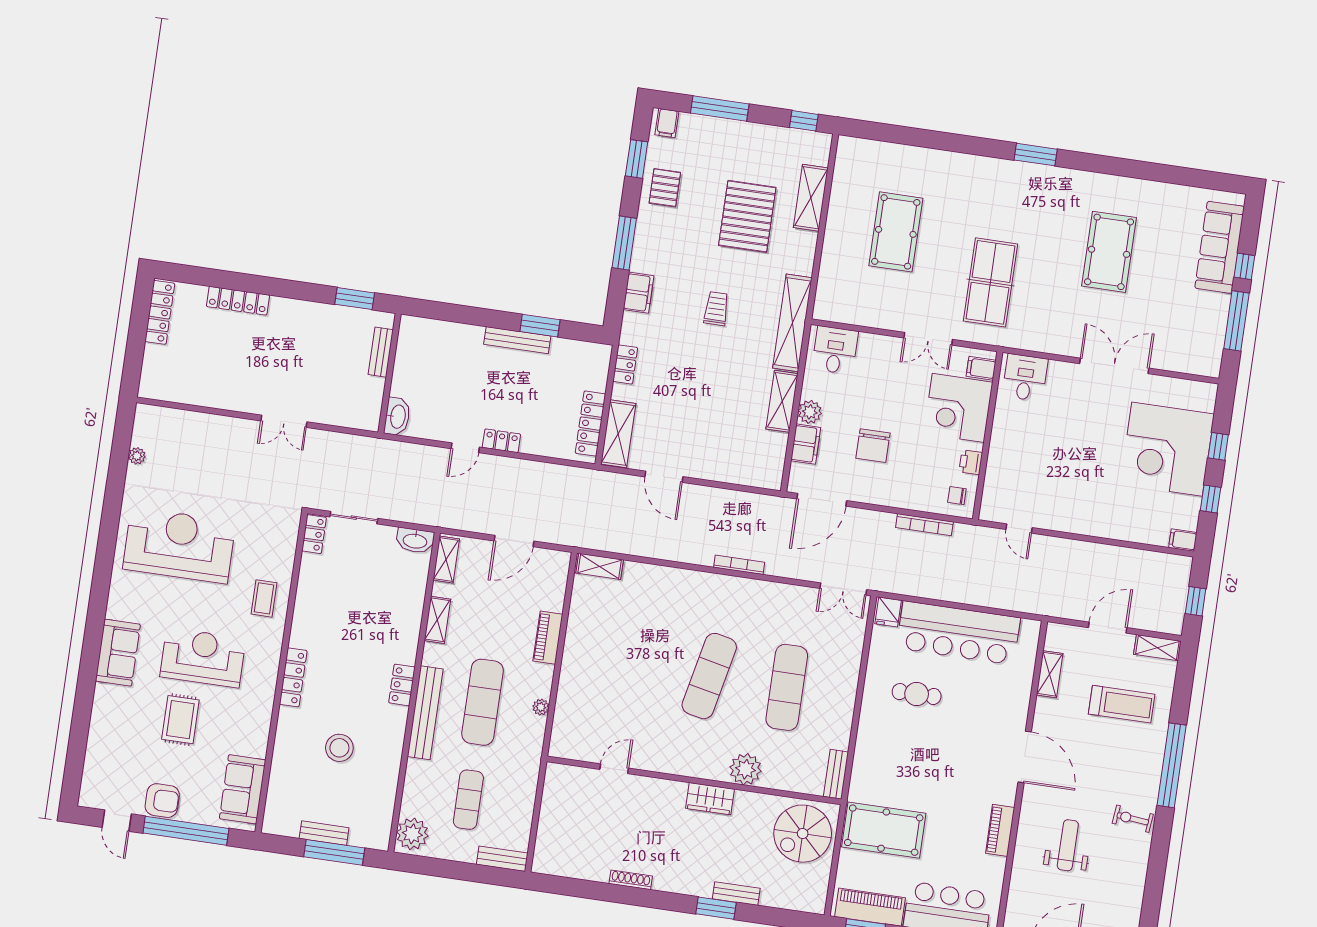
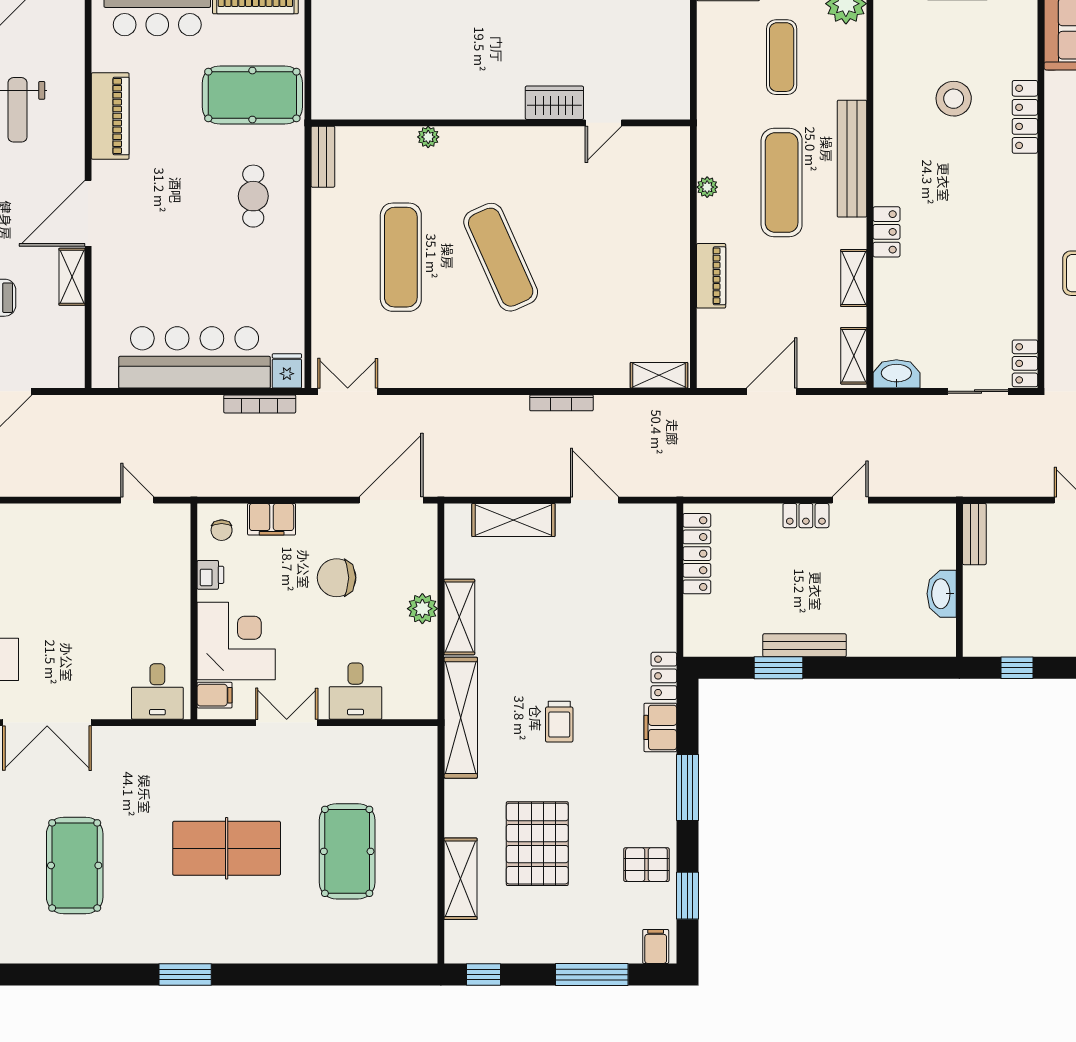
pallet: (665, 188) -> (646, 865), turned 90
table tennis table: (990, 282) -> (227, 848), moved, turned 90
window: (355, 299) -> (1017, 668), width x0.67
desk: (835, 350) -> (356, 691), moved
bench: (381, 352) -> (974, 534), moved
locker: (625, 364) -> (664, 676), moved
washbasin: (397, 417) -> (942, 594), moved
shelving: (618, 434) -> (513, 520), moved, turned 90
filing cabinet: (806, 444) -> (272, 519), moved, turned -90
chair: (873, 446) -> (337, 578), turned -90
chair: (957, 496) -> (222, 530), turned 90
bookcase: (924, 525) -> (260, 404), moved, turned 180
bookcase: (739, 565) -> (561, 403), moved
shelving: (1050, 674) -> (72, 277), moved
exercise mat: (709, 676) -> (501, 257), turned -36
locker: (293, 677) -> (1025, 117), moved
locker: (402, 685) -> (886, 232), moved
cafe table: (917, 694) -> (253, 196), moved, turned 90
door: (1025, 757) -> (88, 213), hinge flipped
plant: (746, 769) -> (428, 137), width x0.53, depth x0.53
wardrobe: (710, 799) -> (554, 103), moved
piano: (1000, 830) -> (110, 116), width x1.37, depth x1.33
spiral stairs: (803, 834) -> (354, 76), removed

